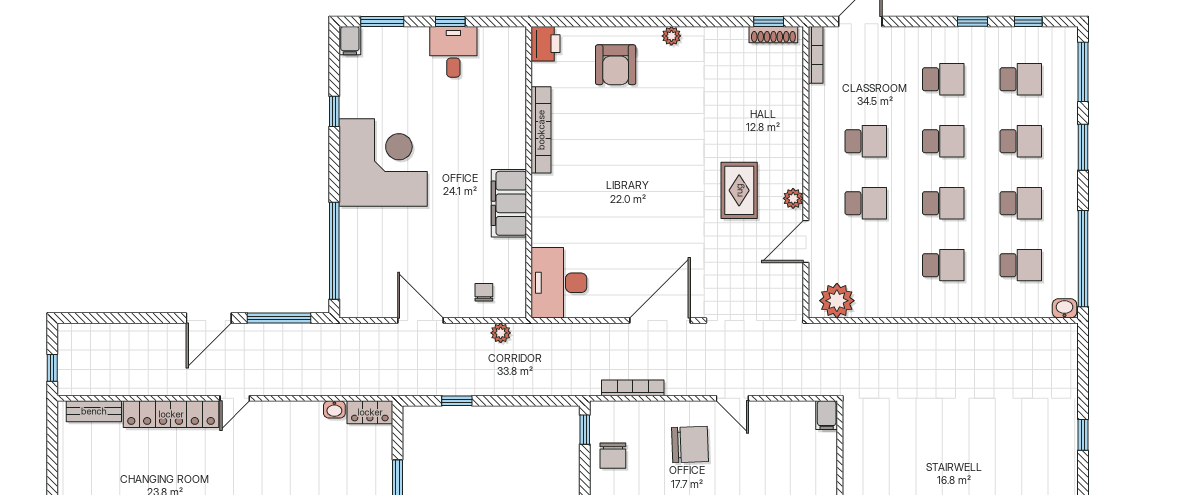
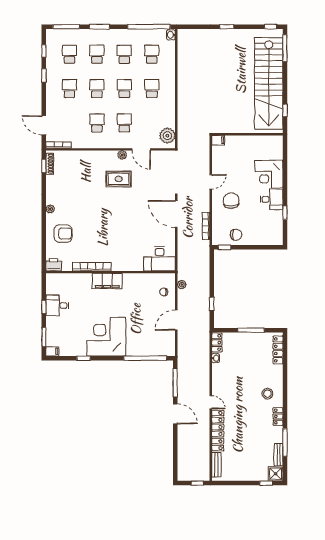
filing cabinet: (509, 203) -> (107, 281), moved

